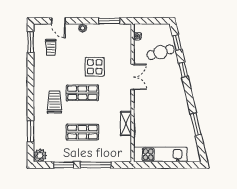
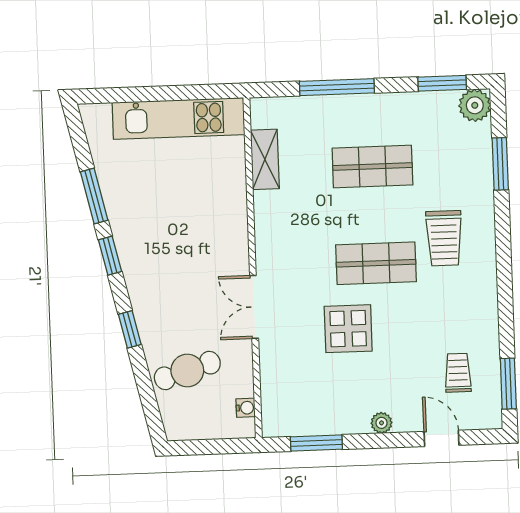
window: (177, 43) -> (110, 256), moved
shelving: (126, 124) -> (265, 159), moved
window: (64, 165) -> (442, 83), moved

